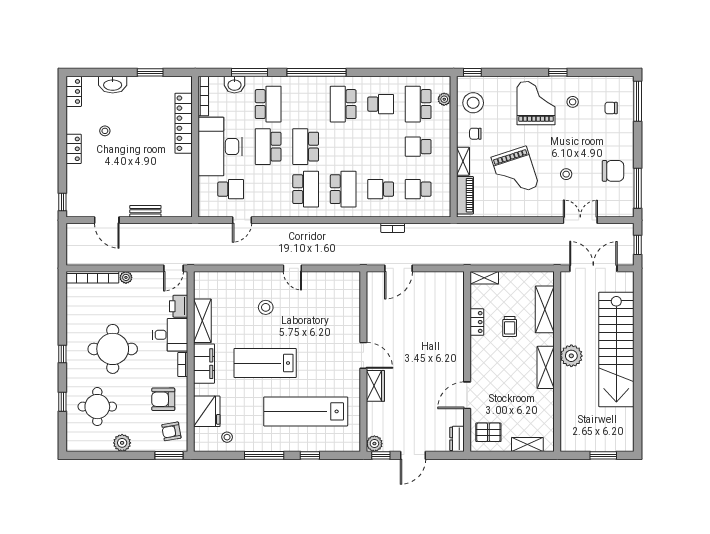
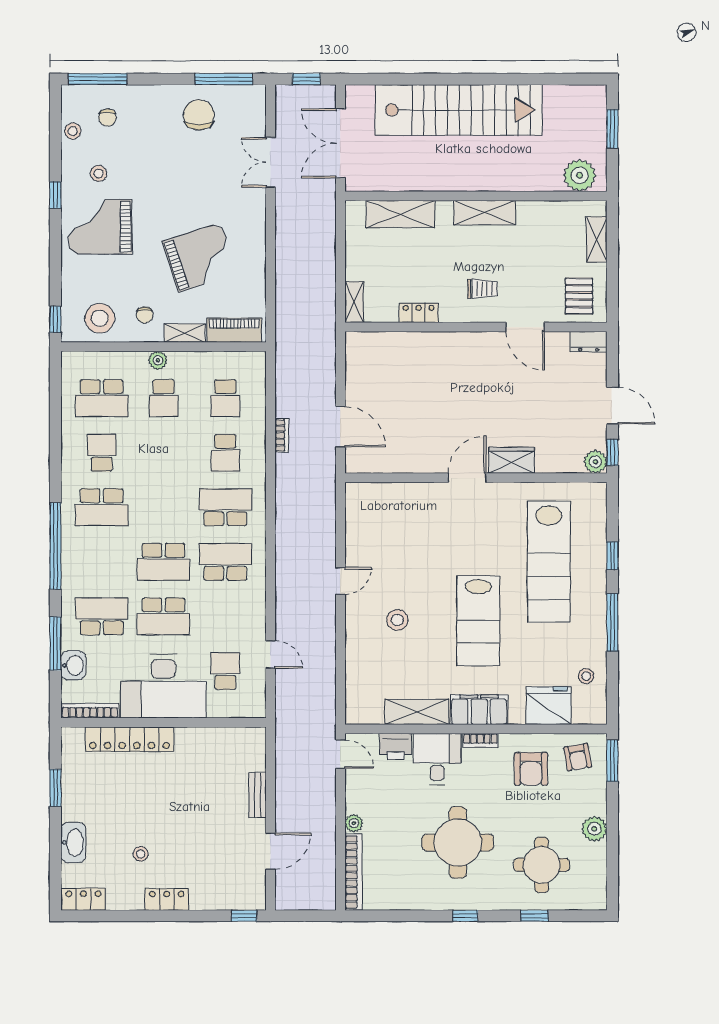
plant: (444, 99) -> (158, 360), moved
stool: (566, 174) -> (73, 131), moved
trolley: (510, 327) -> (483, 289), moved
plant: (571, 356) -> (580, 175), moved

